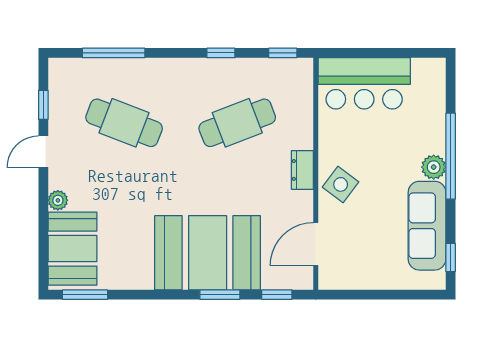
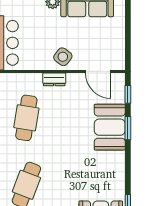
cafe table: (237, 123) -> (26, 118), turned 30
booth: (208, 253) -> (110, 127), width x0.73, depth x0.70

